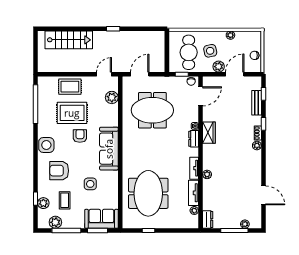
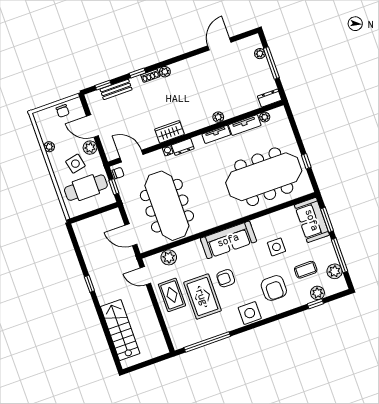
rug: (70, 87) -> (172, 295), moved
meeting table: (152, 110) -> (167, 206), width x1.36
meeting table: (148, 193) -> (264, 177), width x1.36

